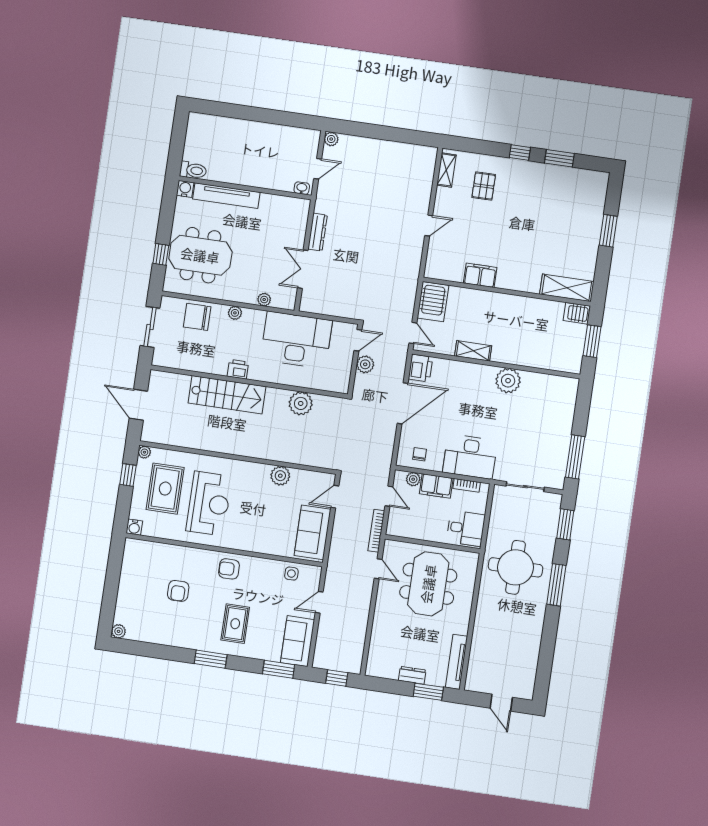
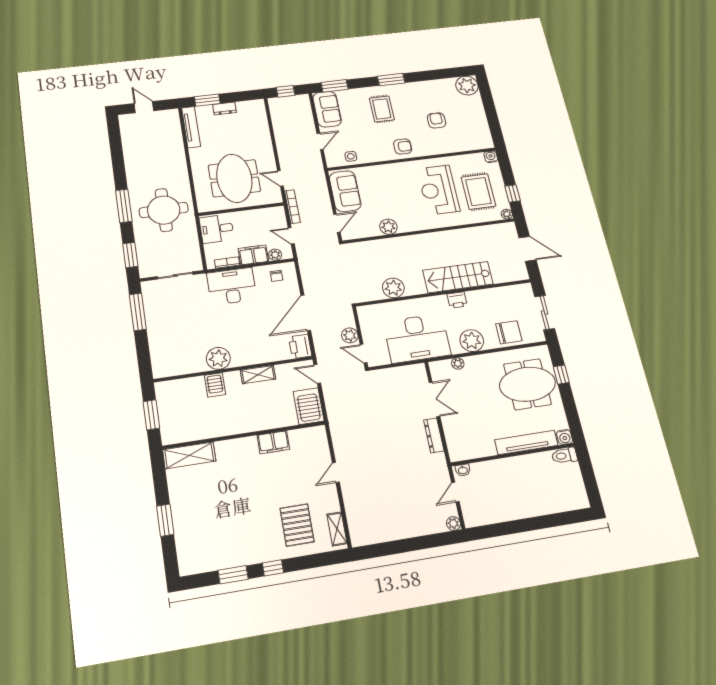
pallet: (484, 186) -> (297, 525), width x1.50, depth x1.42
plant: (235, 313) -> (472, 341), width x1.88, depth x1.88
server rack: (577, 313) -> (215, 385), moved, turned 90
door: (358, 340) -> (364, 354), hinge flipped
plant: (119, 631) -> (467, 86), width x1.87, depth x1.87

